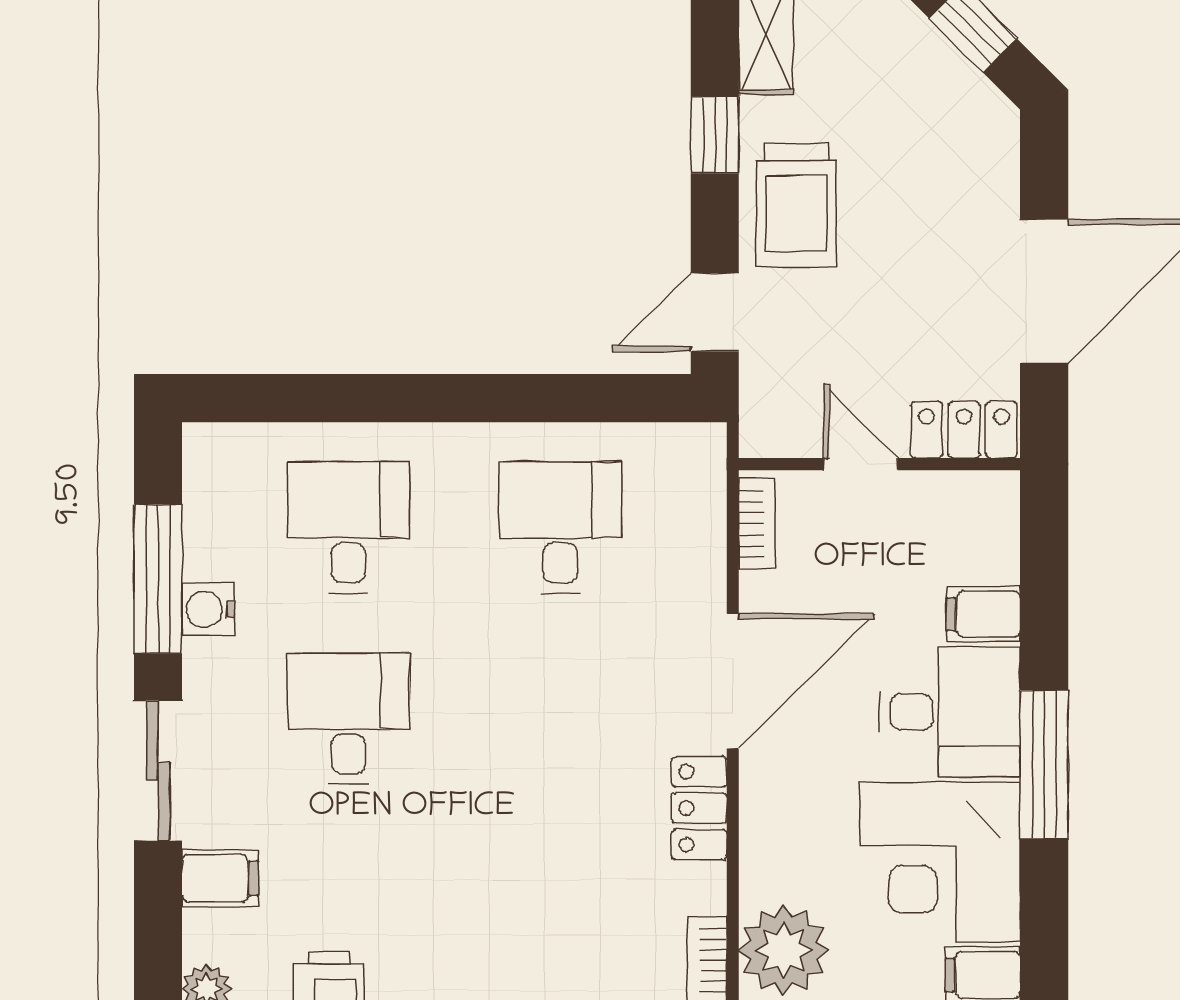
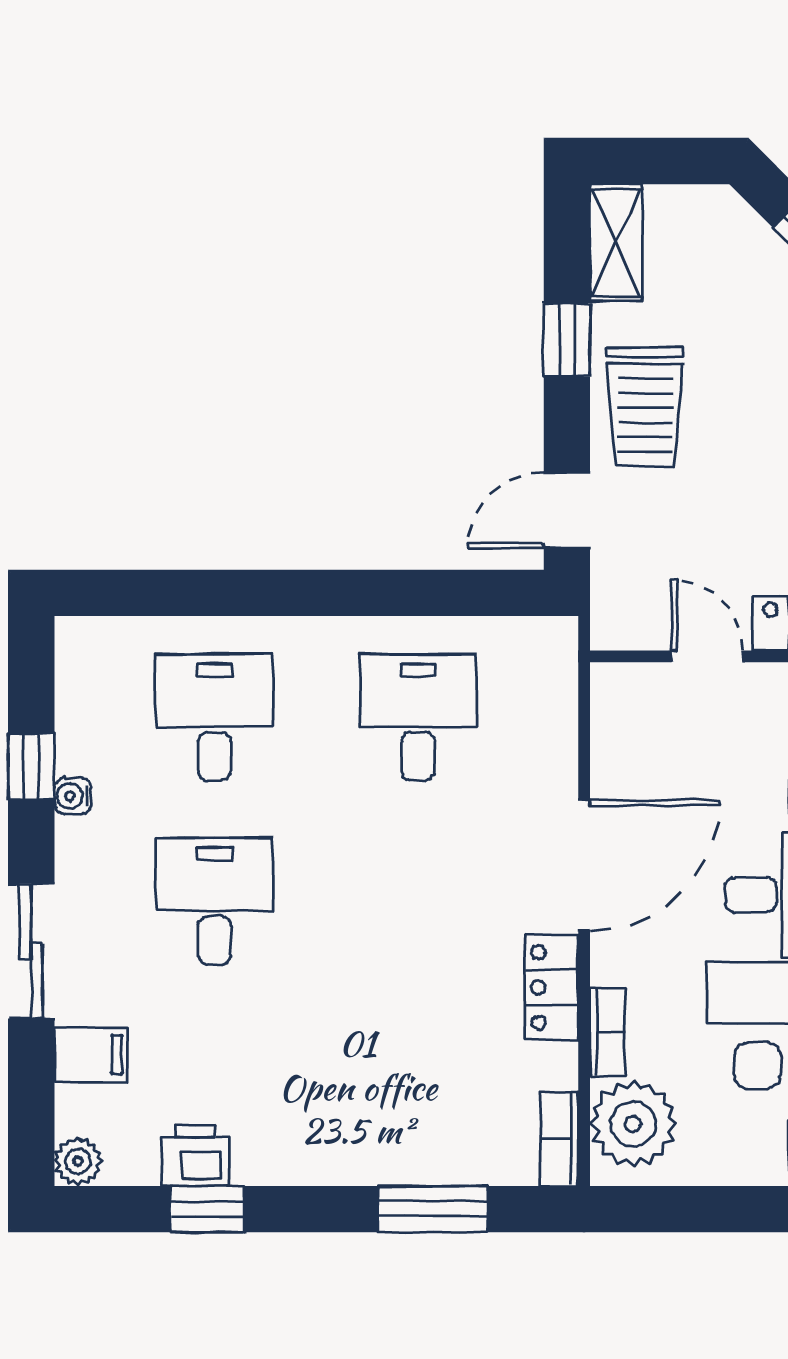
bookcase: (757, 524) -> (607, 1032), moved
window: (158, 579) -> (31, 767), width x0.46
water cooler: (208, 609) -> (73, 796), width x0.72, depth x0.72

